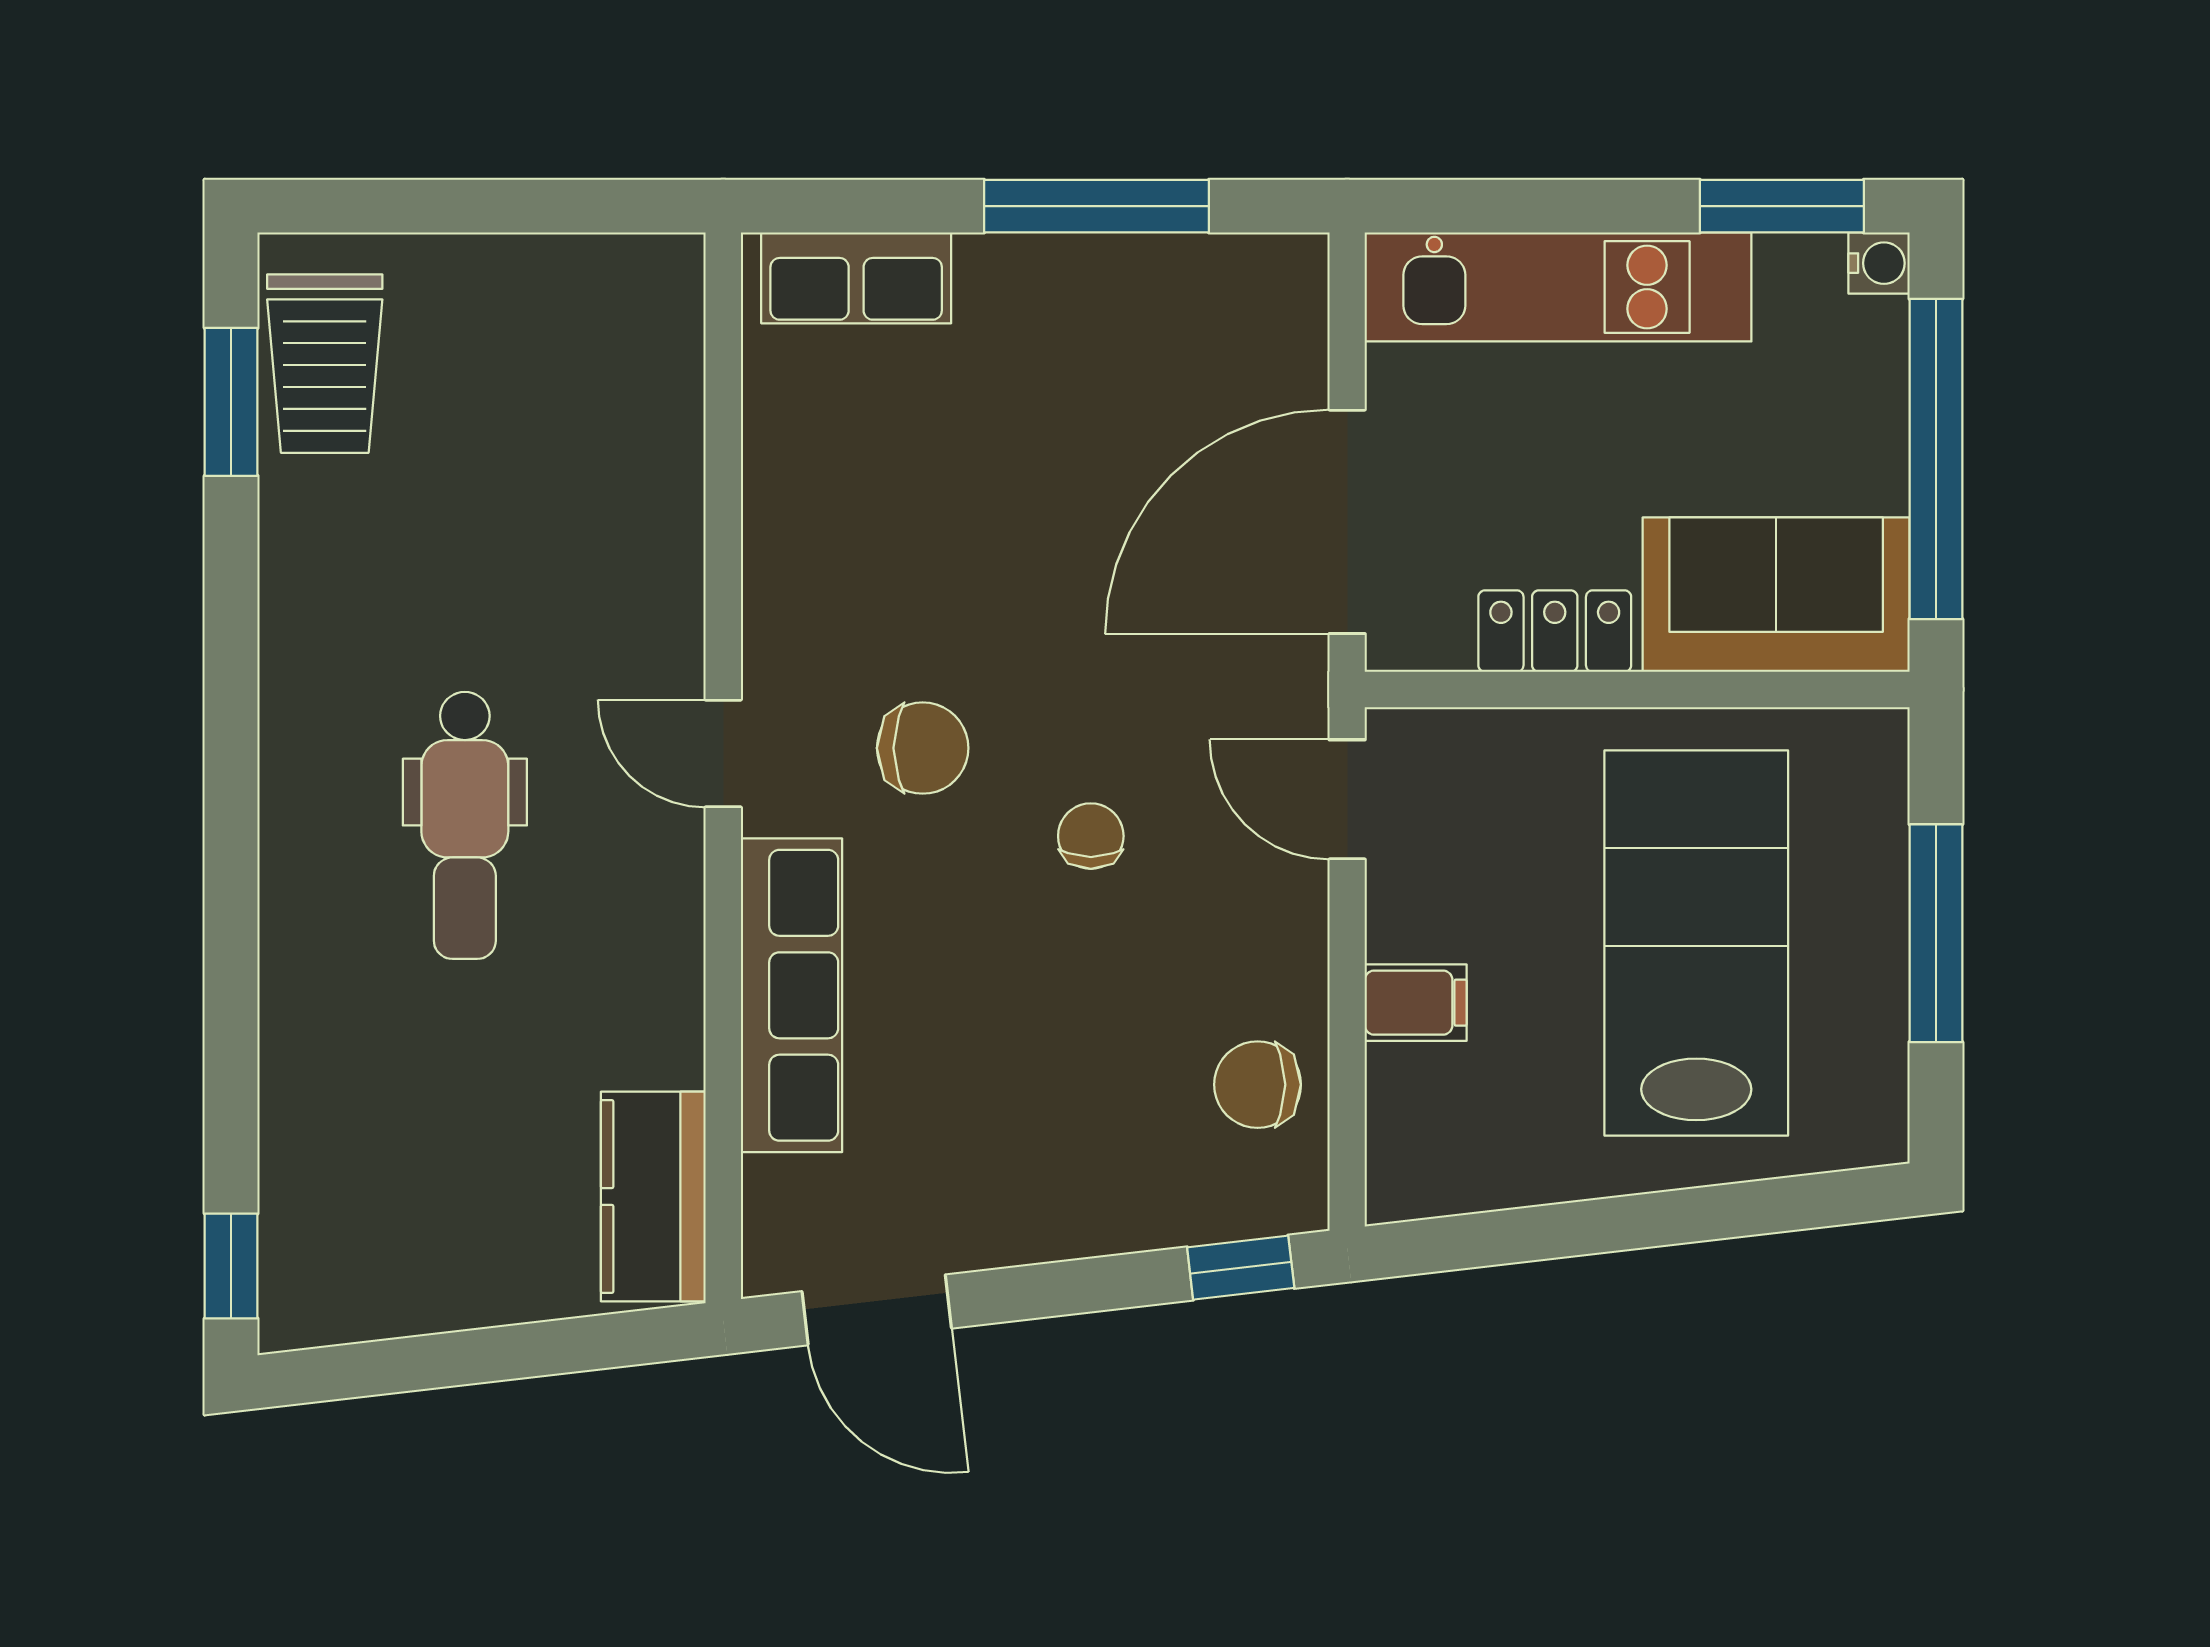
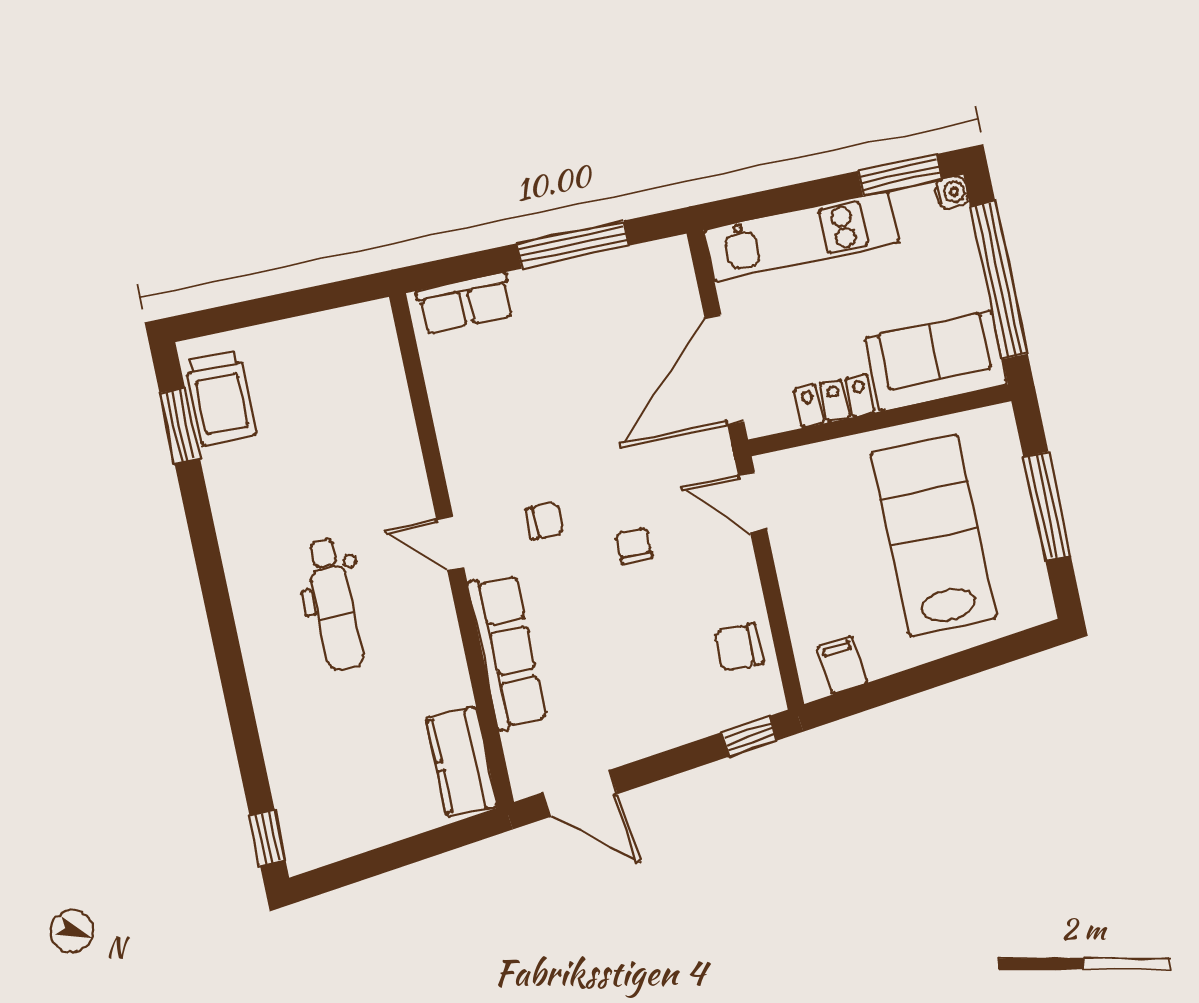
chair: (923, 748) -> (545, 521), width x0.73, depth x0.73
filing cabinet: (1416, 1003) -> (842, 665), moved, turned -97

